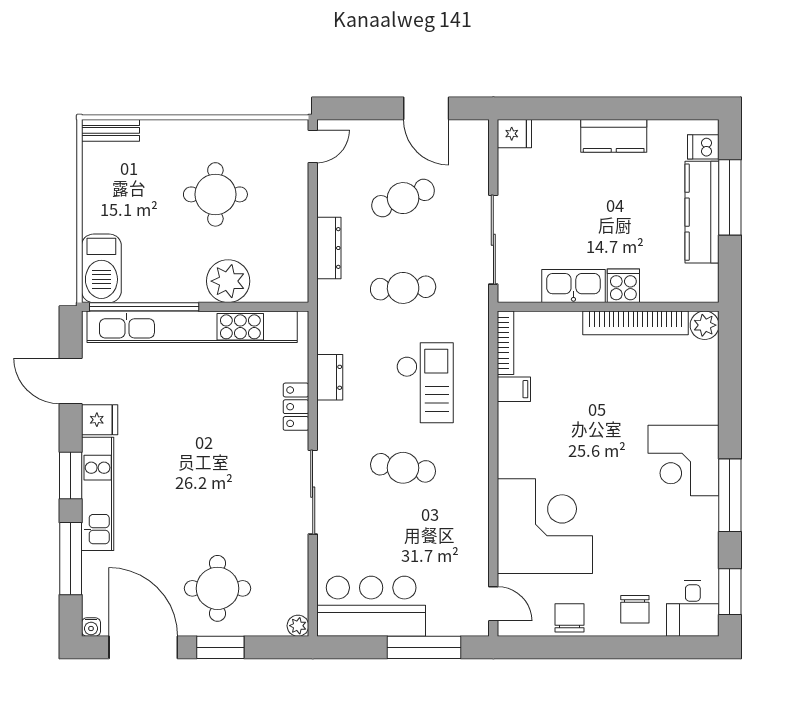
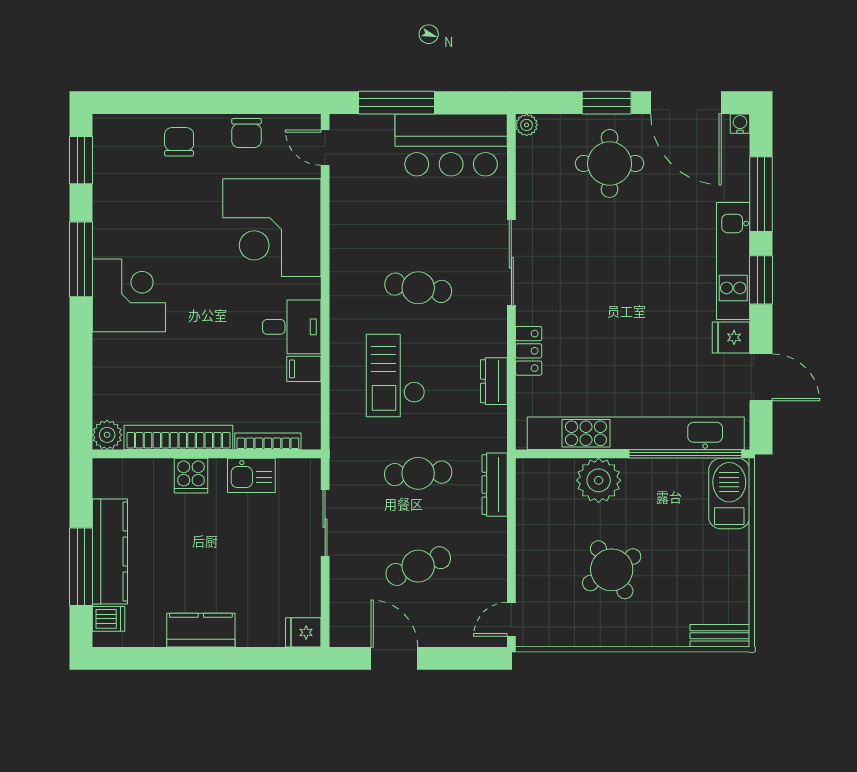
round table: (215, 194) -> (612, 570), turned -32
sliding door: (493, 240) -> (325, 523), width x0.73
dresser: (329, 248) -> (495, 485), moved
kitchen sink: (573, 286) -> (251, 475), width x0.73
bookcase: (506, 343) -> (268, 441), moved, turned 90
desk: (693, 608) -> (292, 327), moved, turned 90

